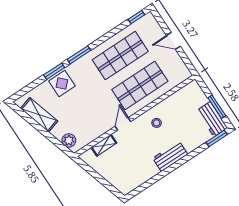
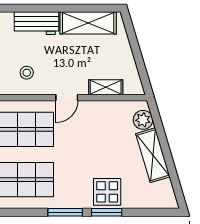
shelving: (39, 115) -> (153, 155), moved
shelving: (140, 177) -> (88, 23), added

